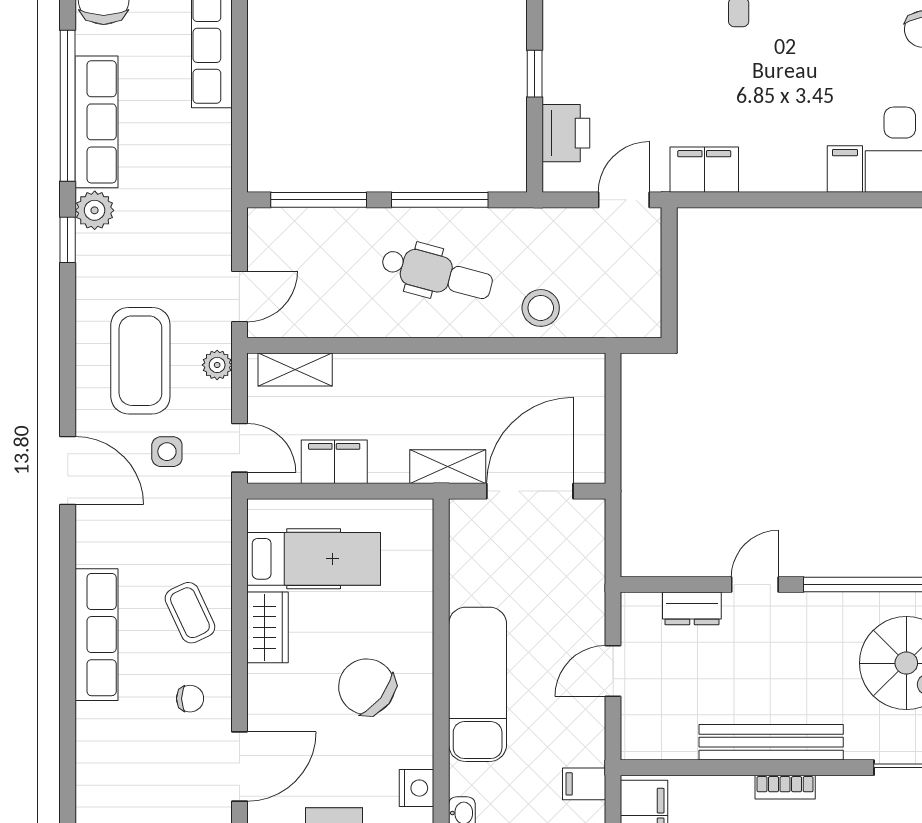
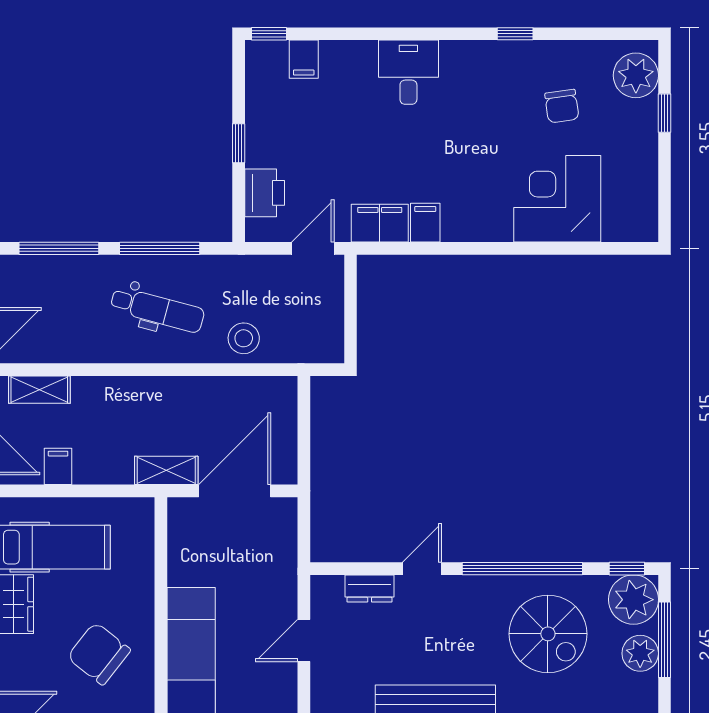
filing cabinet: (845, 169) -> (425, 223), moved
filing cabinet: (334, 462) -> (58, 466), width x0.50

